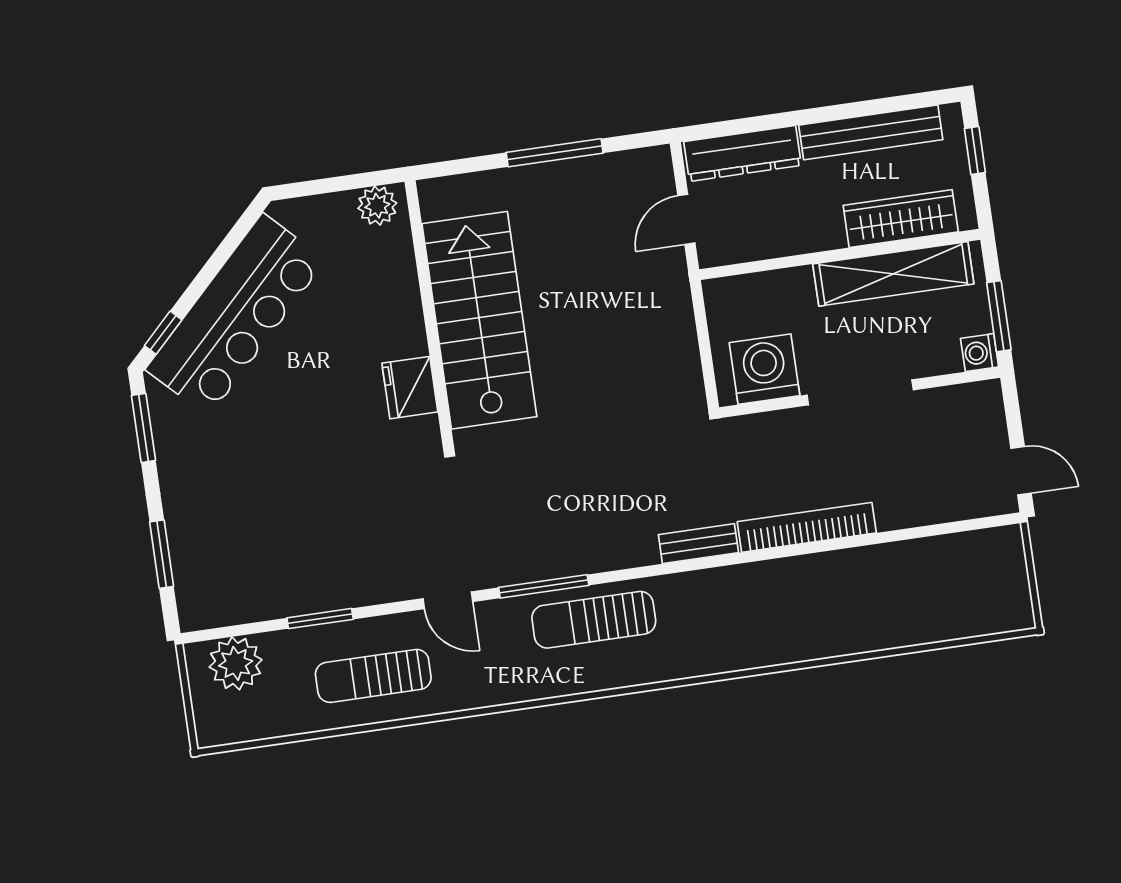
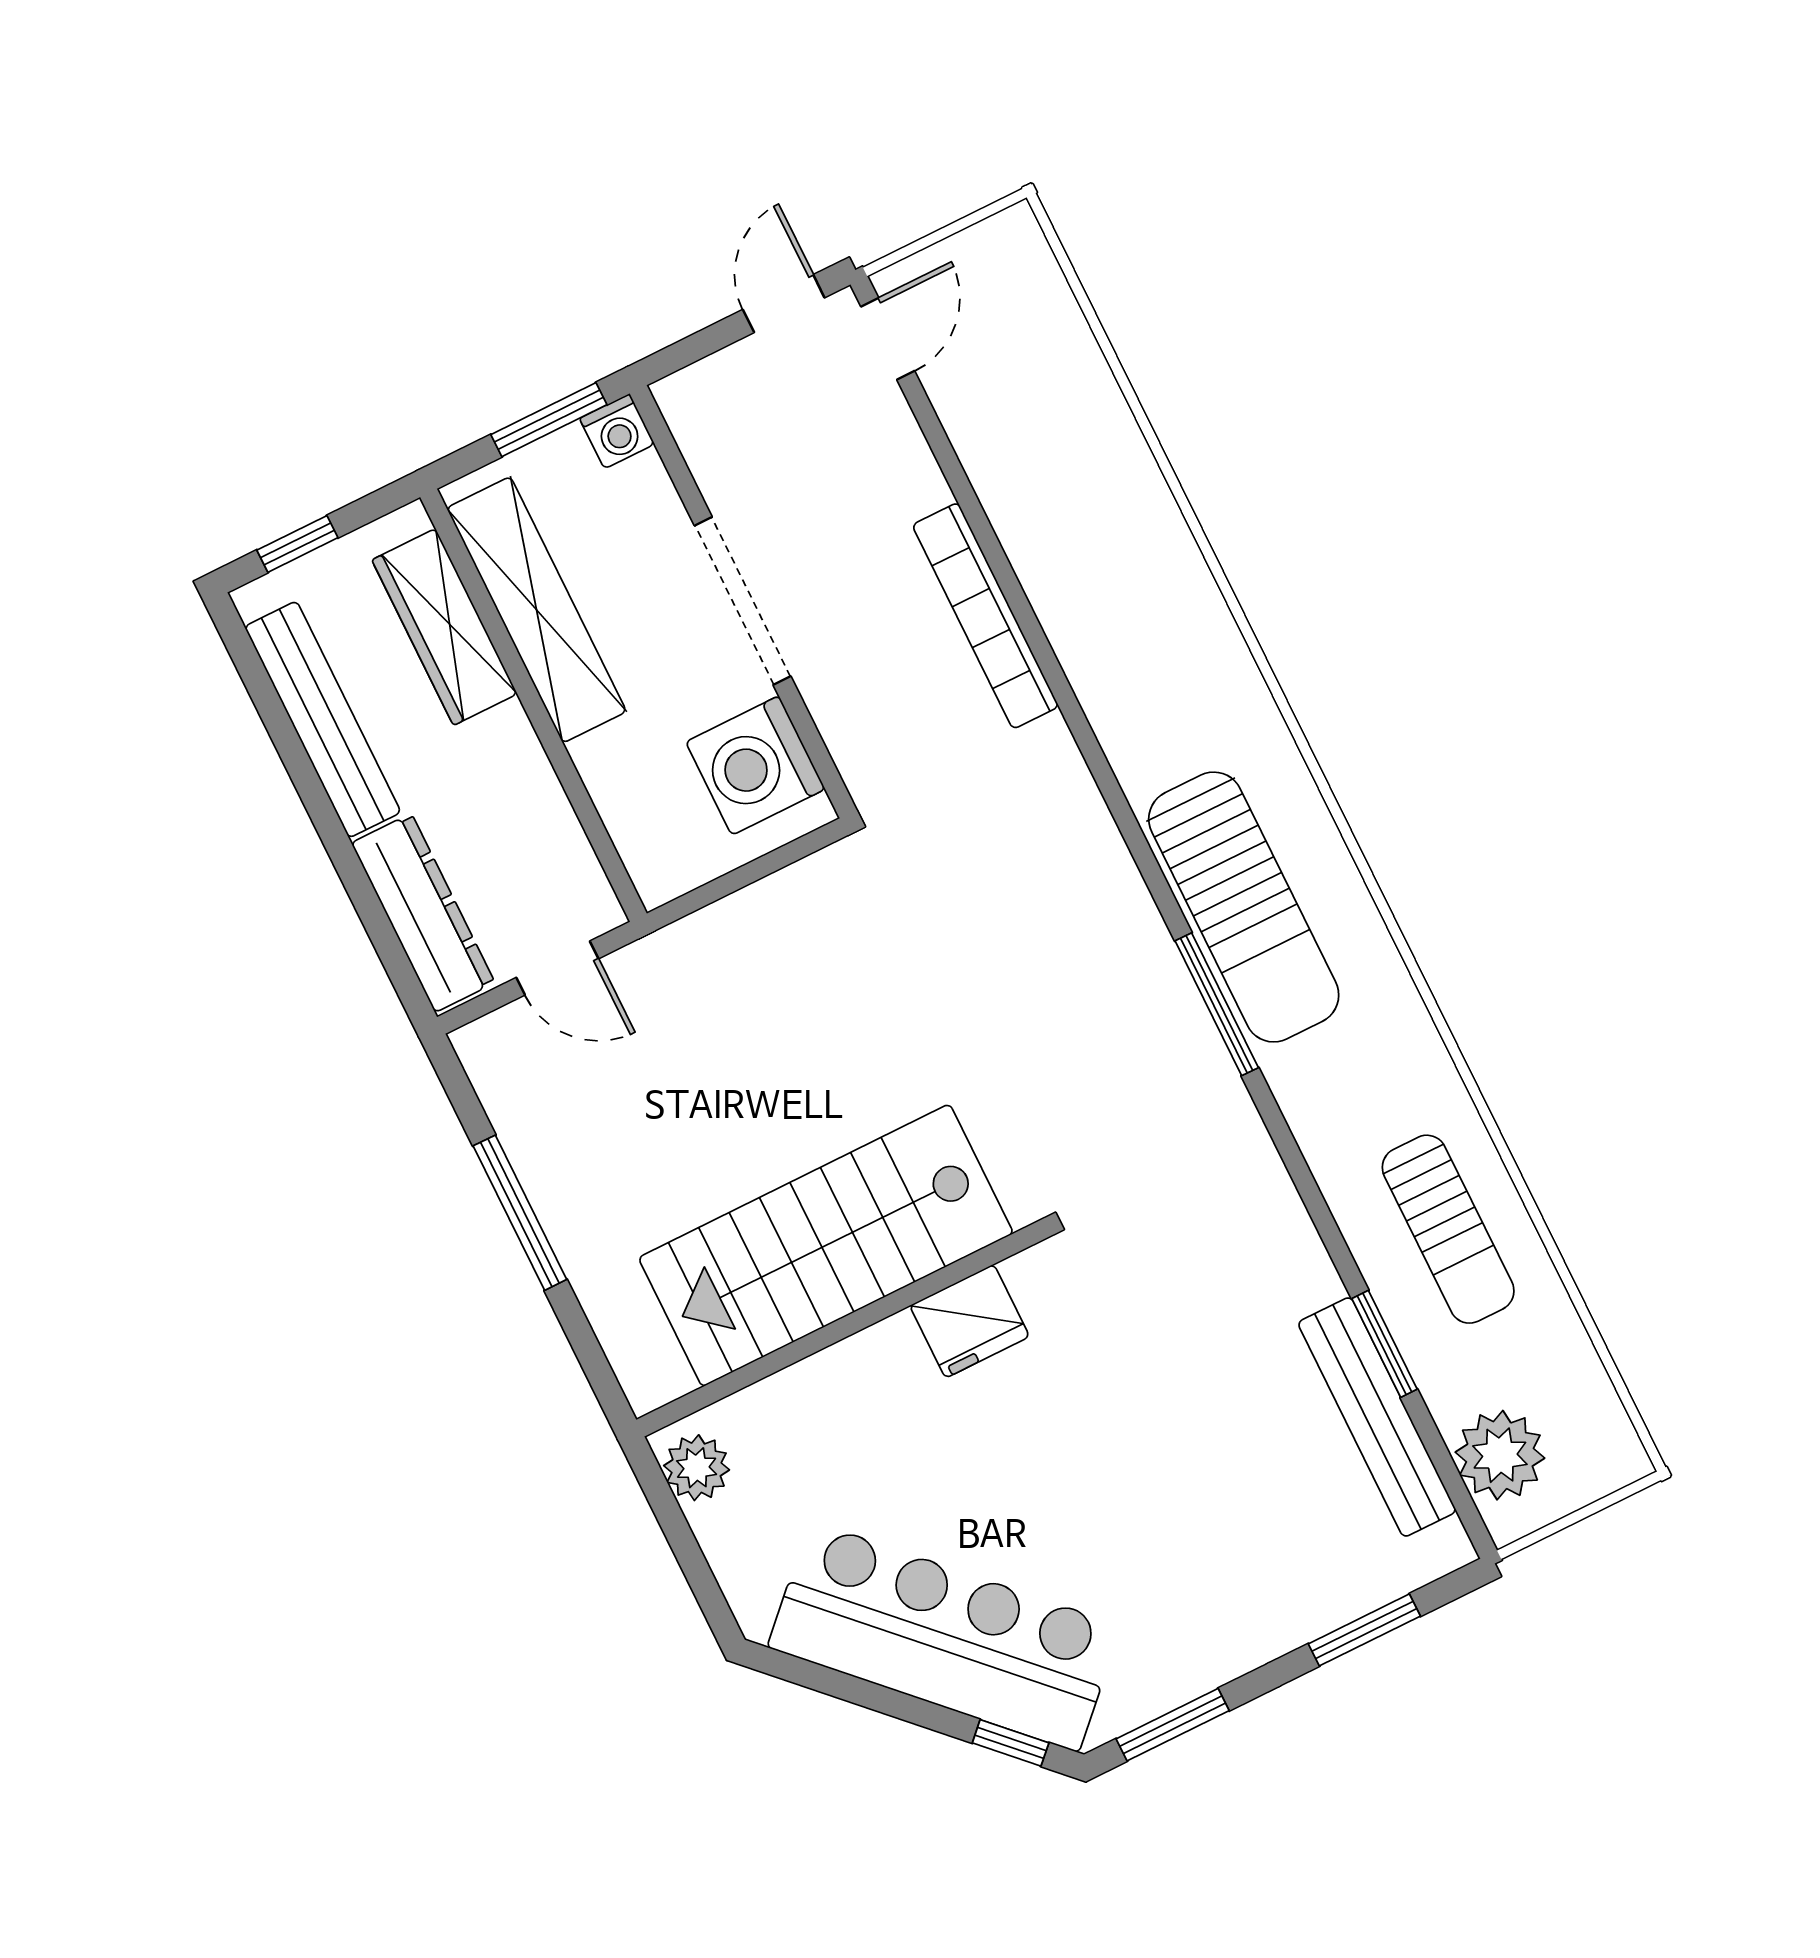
bench: (698, 544) -> (1377, 1417), moved, width x1.86, depth x1.21
door: (448, 600) -> (888, 339), moved
sun lounger: (594, 620) -> (1244, 907), width x1.36, depth x1.34

